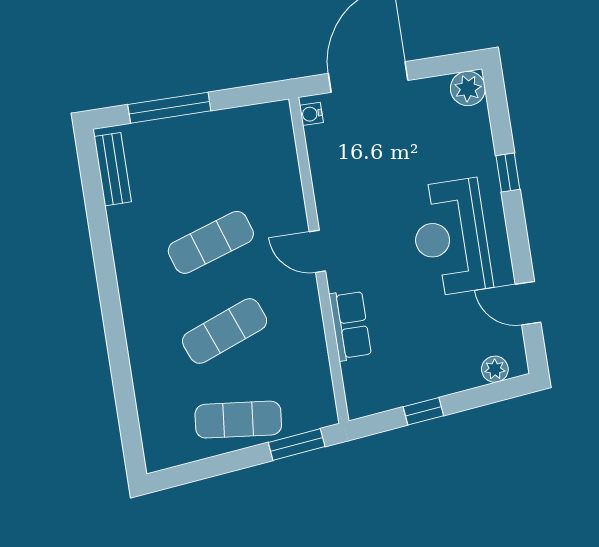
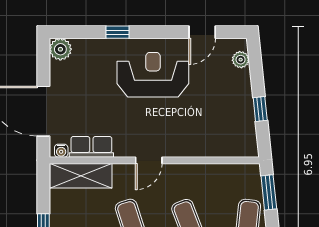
shelving: (278, 150) -> (81, 176), added
reception desk: (451, 237) -> (153, 75), turned 180
row of seats: (350, 325) -> (91, 147), moved

